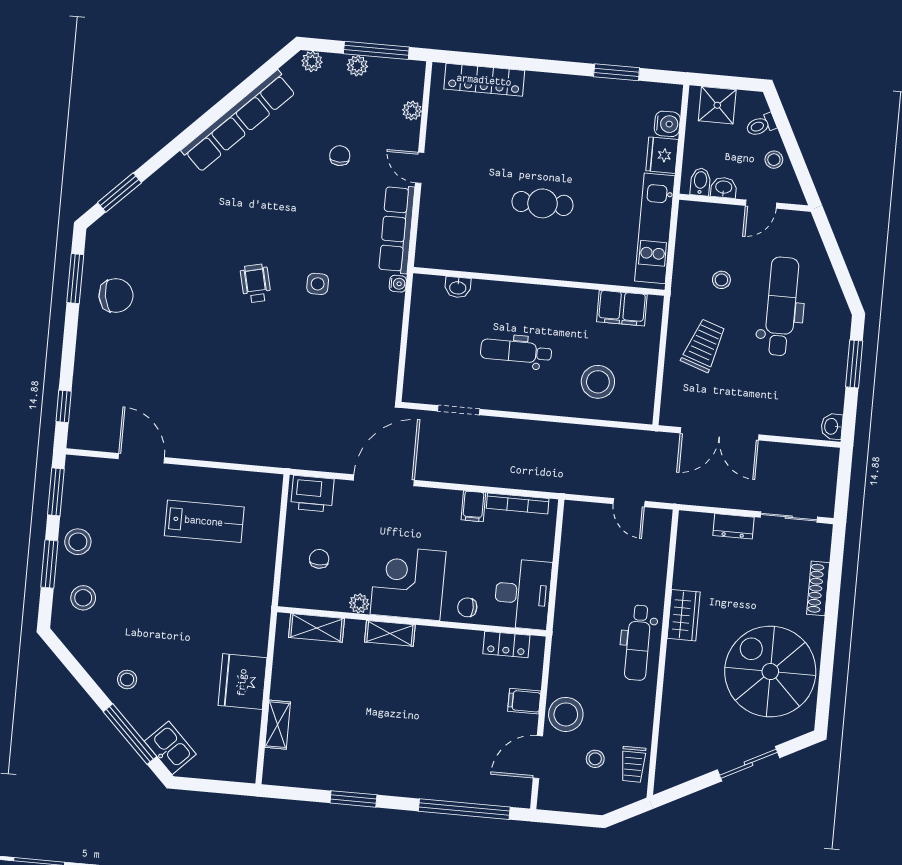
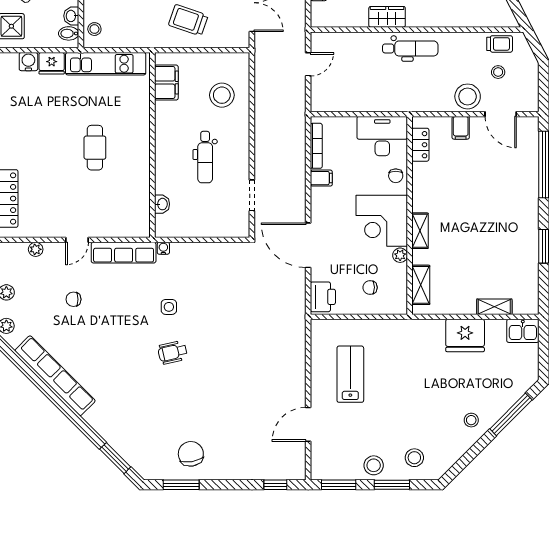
stool: (721, 280) -> (94, 29), moved
kitchen sink: (170, 748) -> (523, 331), moved, turned -135

